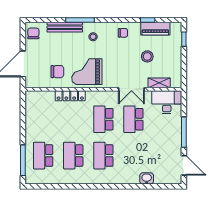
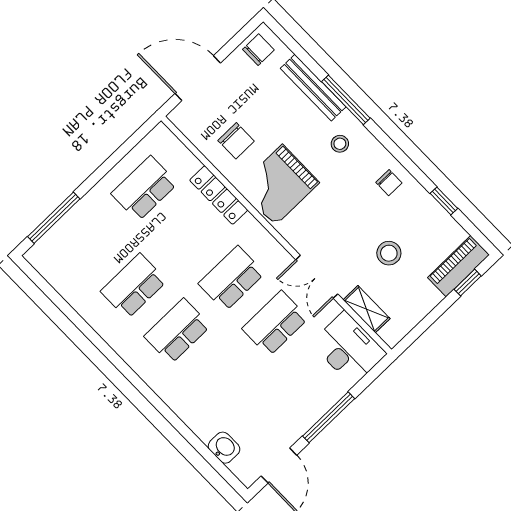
piano: (155, 29) -> (458, 266), moved, turned 90
grand piano: (87, 72) -> (279, 185), turned -90
school desk: (43, 156) -> (144, 188), moved
washbasin: (147, 178) -> (224, 448), moved

